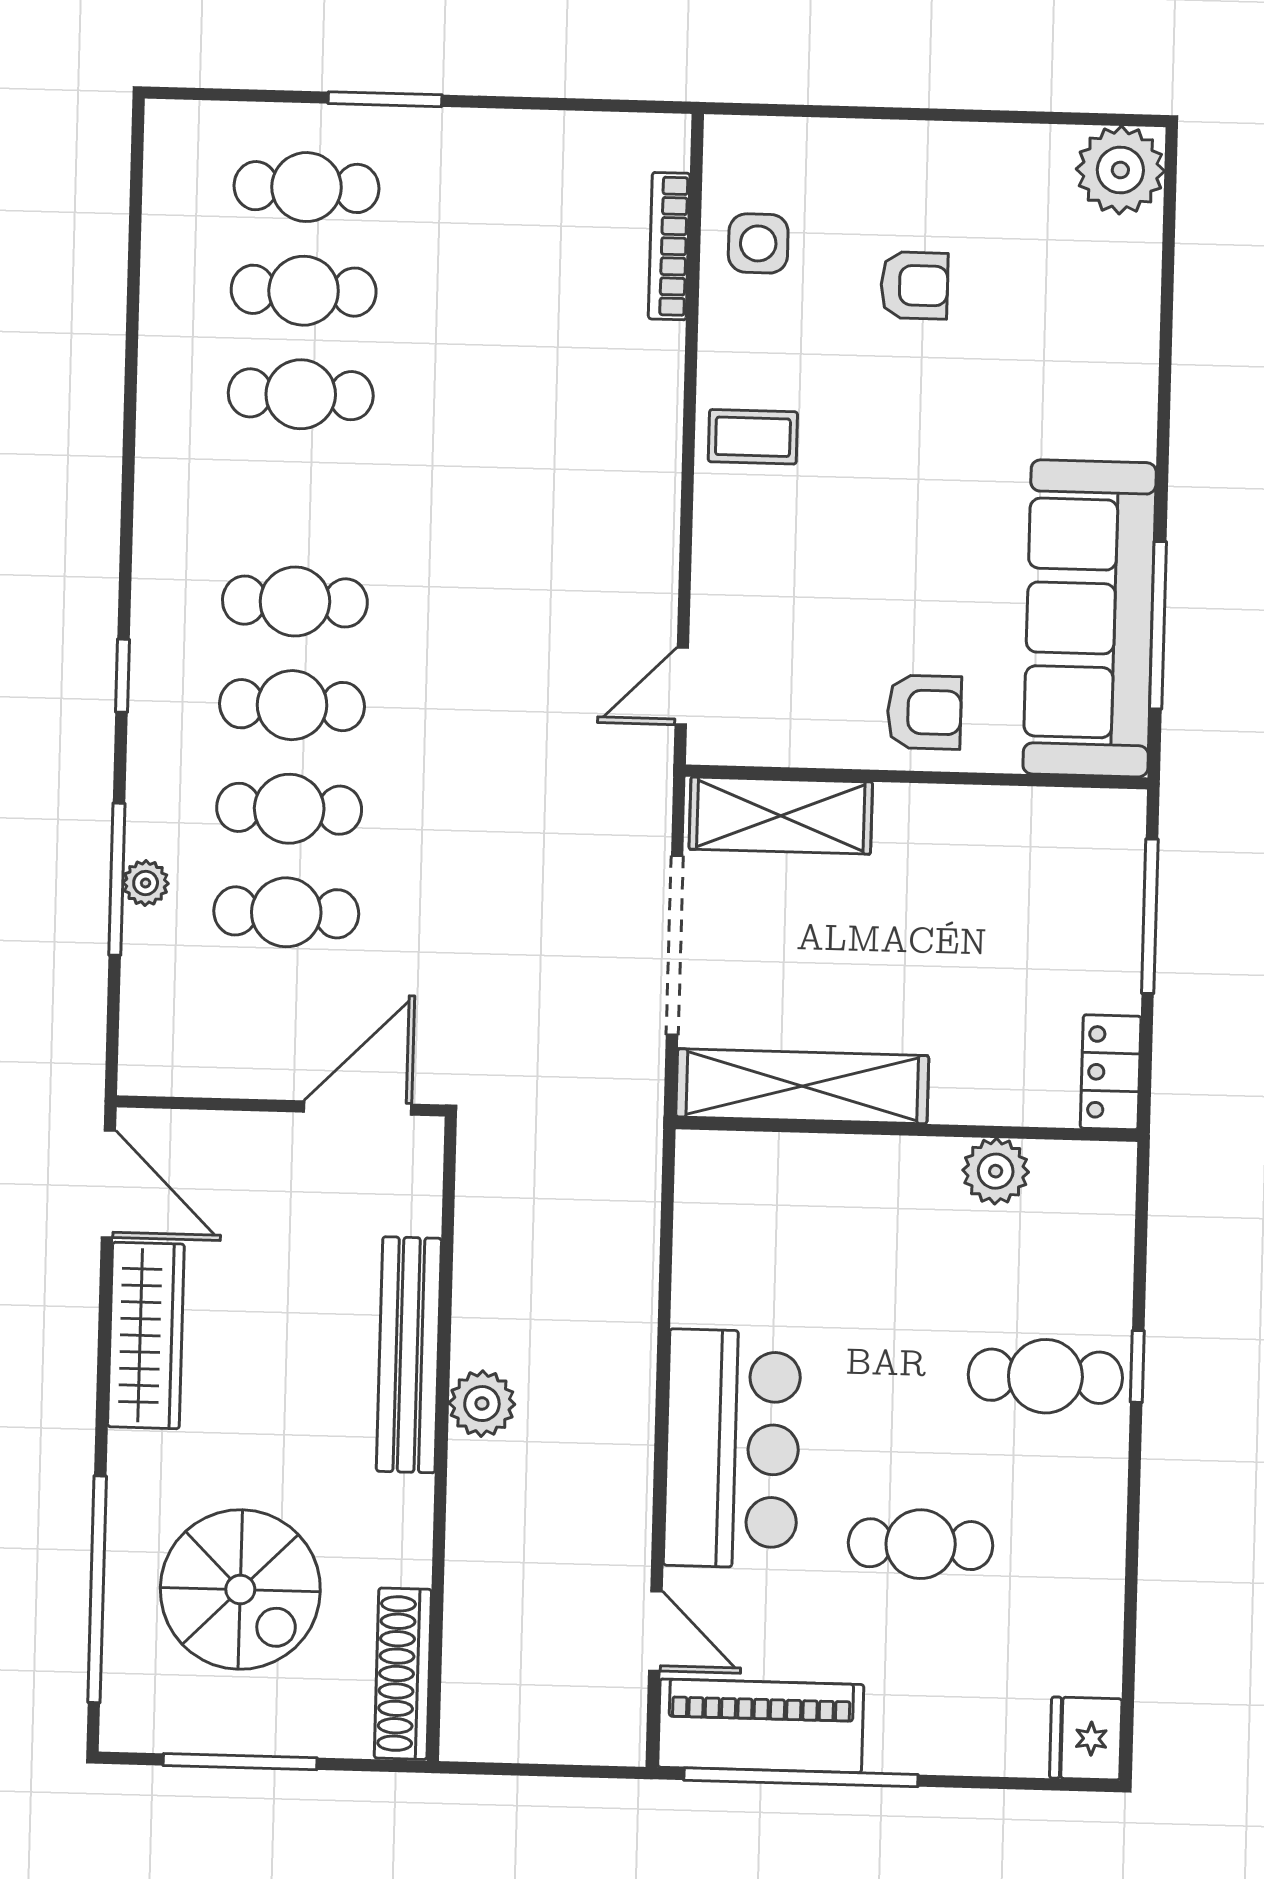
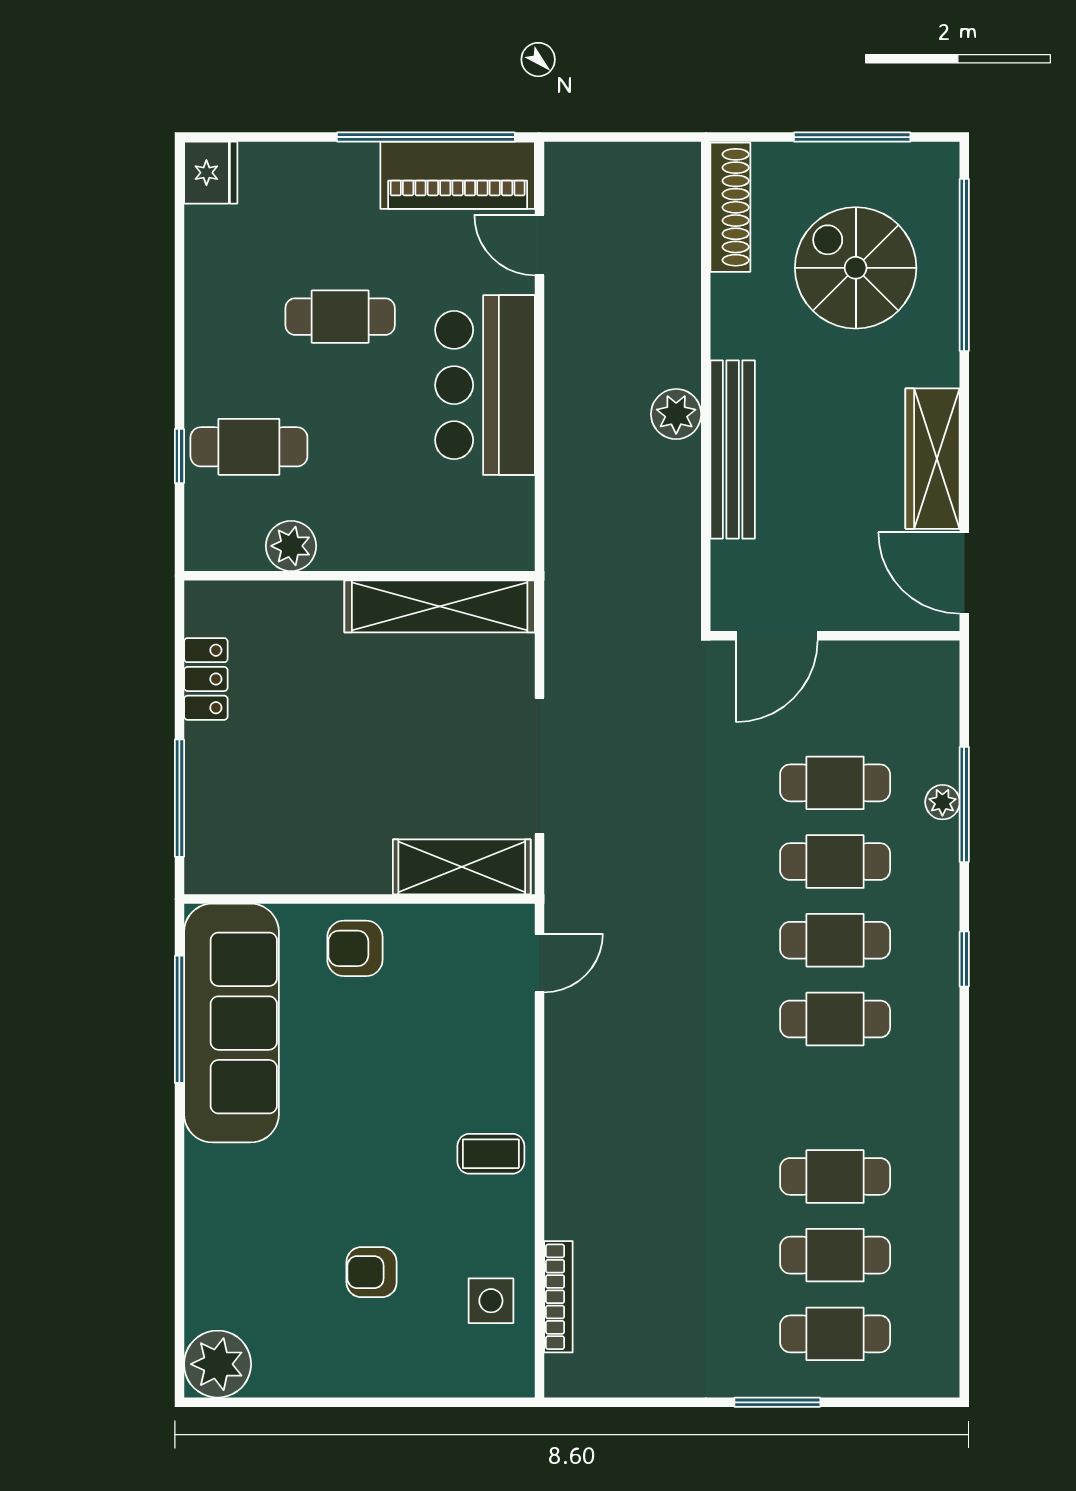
shelving: (802, 1086) -> (440, 606), moved
wall: (907, 1129) -> (359, 576), moved
plant: (996, 1171) -> (291, 546), moved

